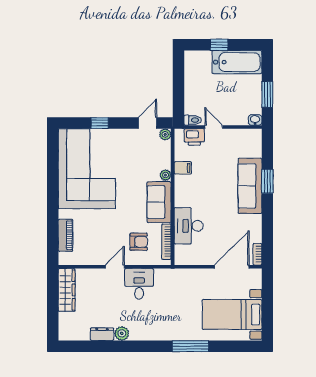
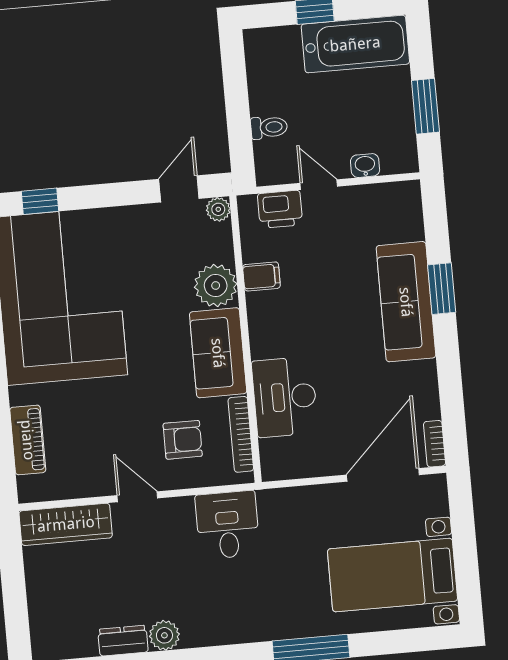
toilet: (193, 120) -> (269, 127), moved
washbasin: (255, 120) -> (365, 166), moved
window: (100, 123) -> (40, 201), moved
plant: (165, 175) -> (216, 286), width x1.88, depth x1.88
door: (115, 267) -> (137, 497), hinge flipped
desk: (139, 284) -> (227, 525), moved
wardrobe: (67, 290) -> (66, 524), moved, turned 90

